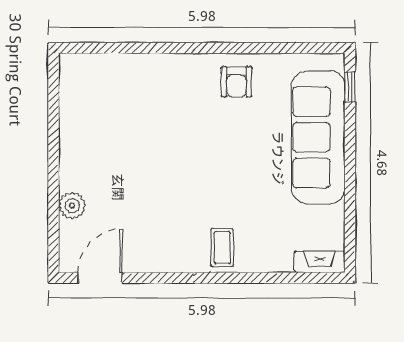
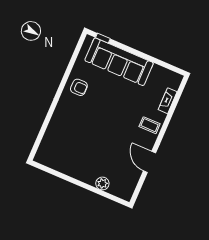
fireplace: (320, 262) -> (168, 101), moved
door: (100, 278) -> (150, 162), moved

